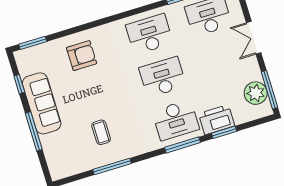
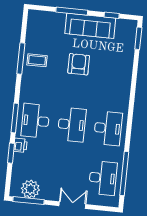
armchair: (82, 56) -> (79, 64), moved, turned 180
printer: (217, 120) -> (20, 145), width x0.53, depth x0.68
coffee table: (101, 132) -> (37, 60), moved

